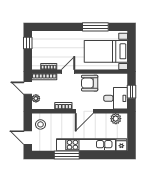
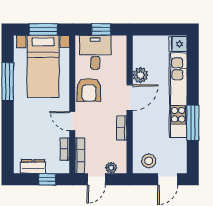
window: (28, 43) -> (47, 179), moved
dresser: (37, 44) -> (33, 166), added
window: (131, 51) -> (43, 29), added
desk: (116, 98) -> (95, 52), moved
door: (84, 111) -> (130, 98), hinge flipped
plant: (116, 119) -> (140, 75), moved

